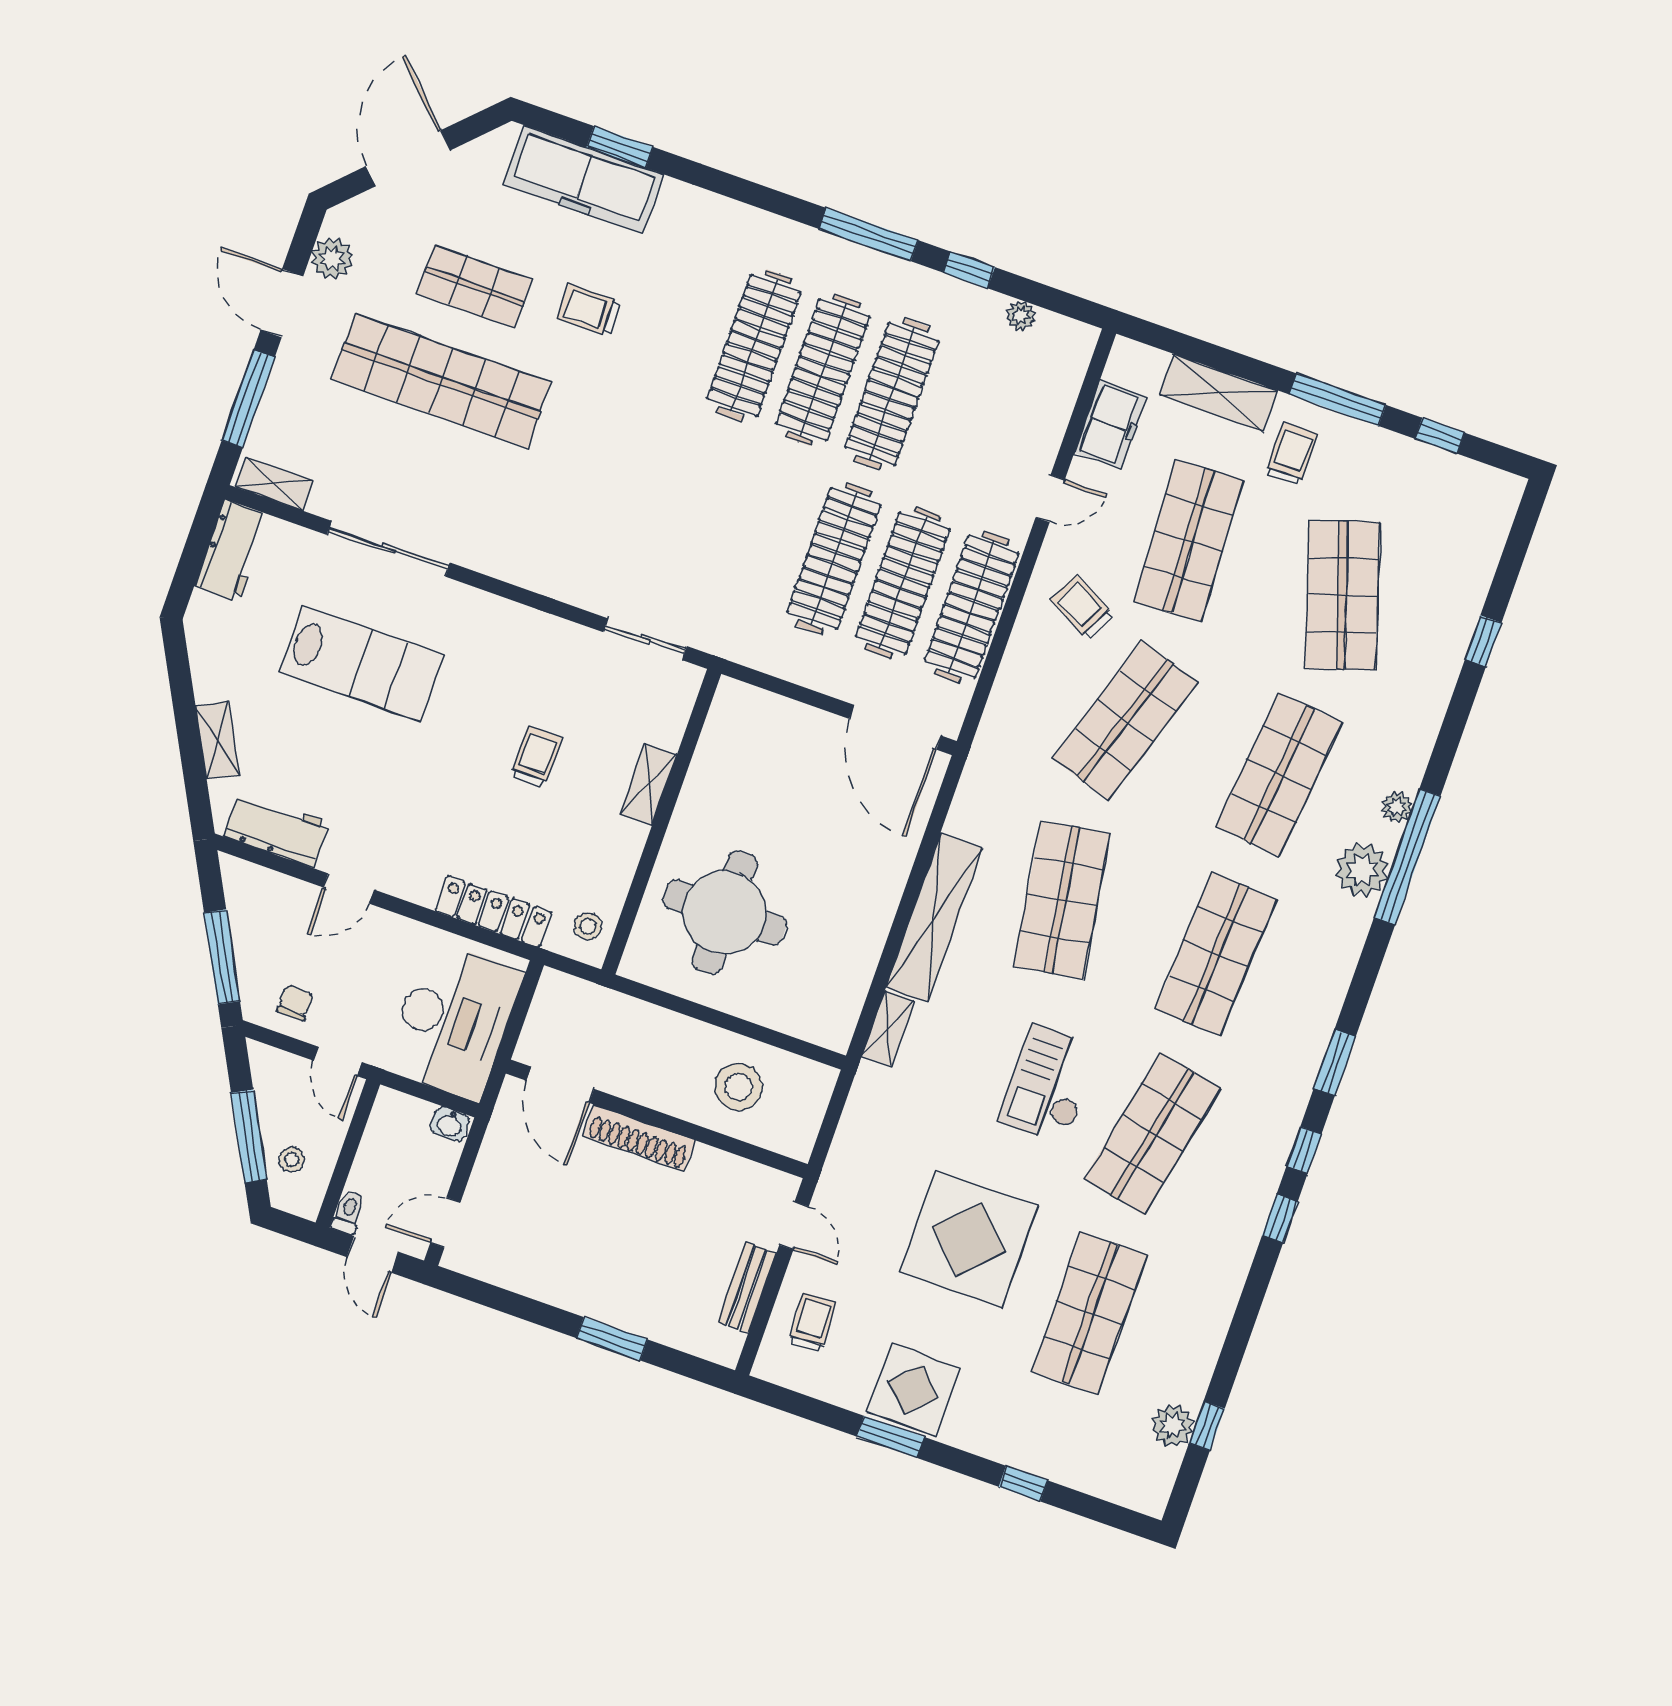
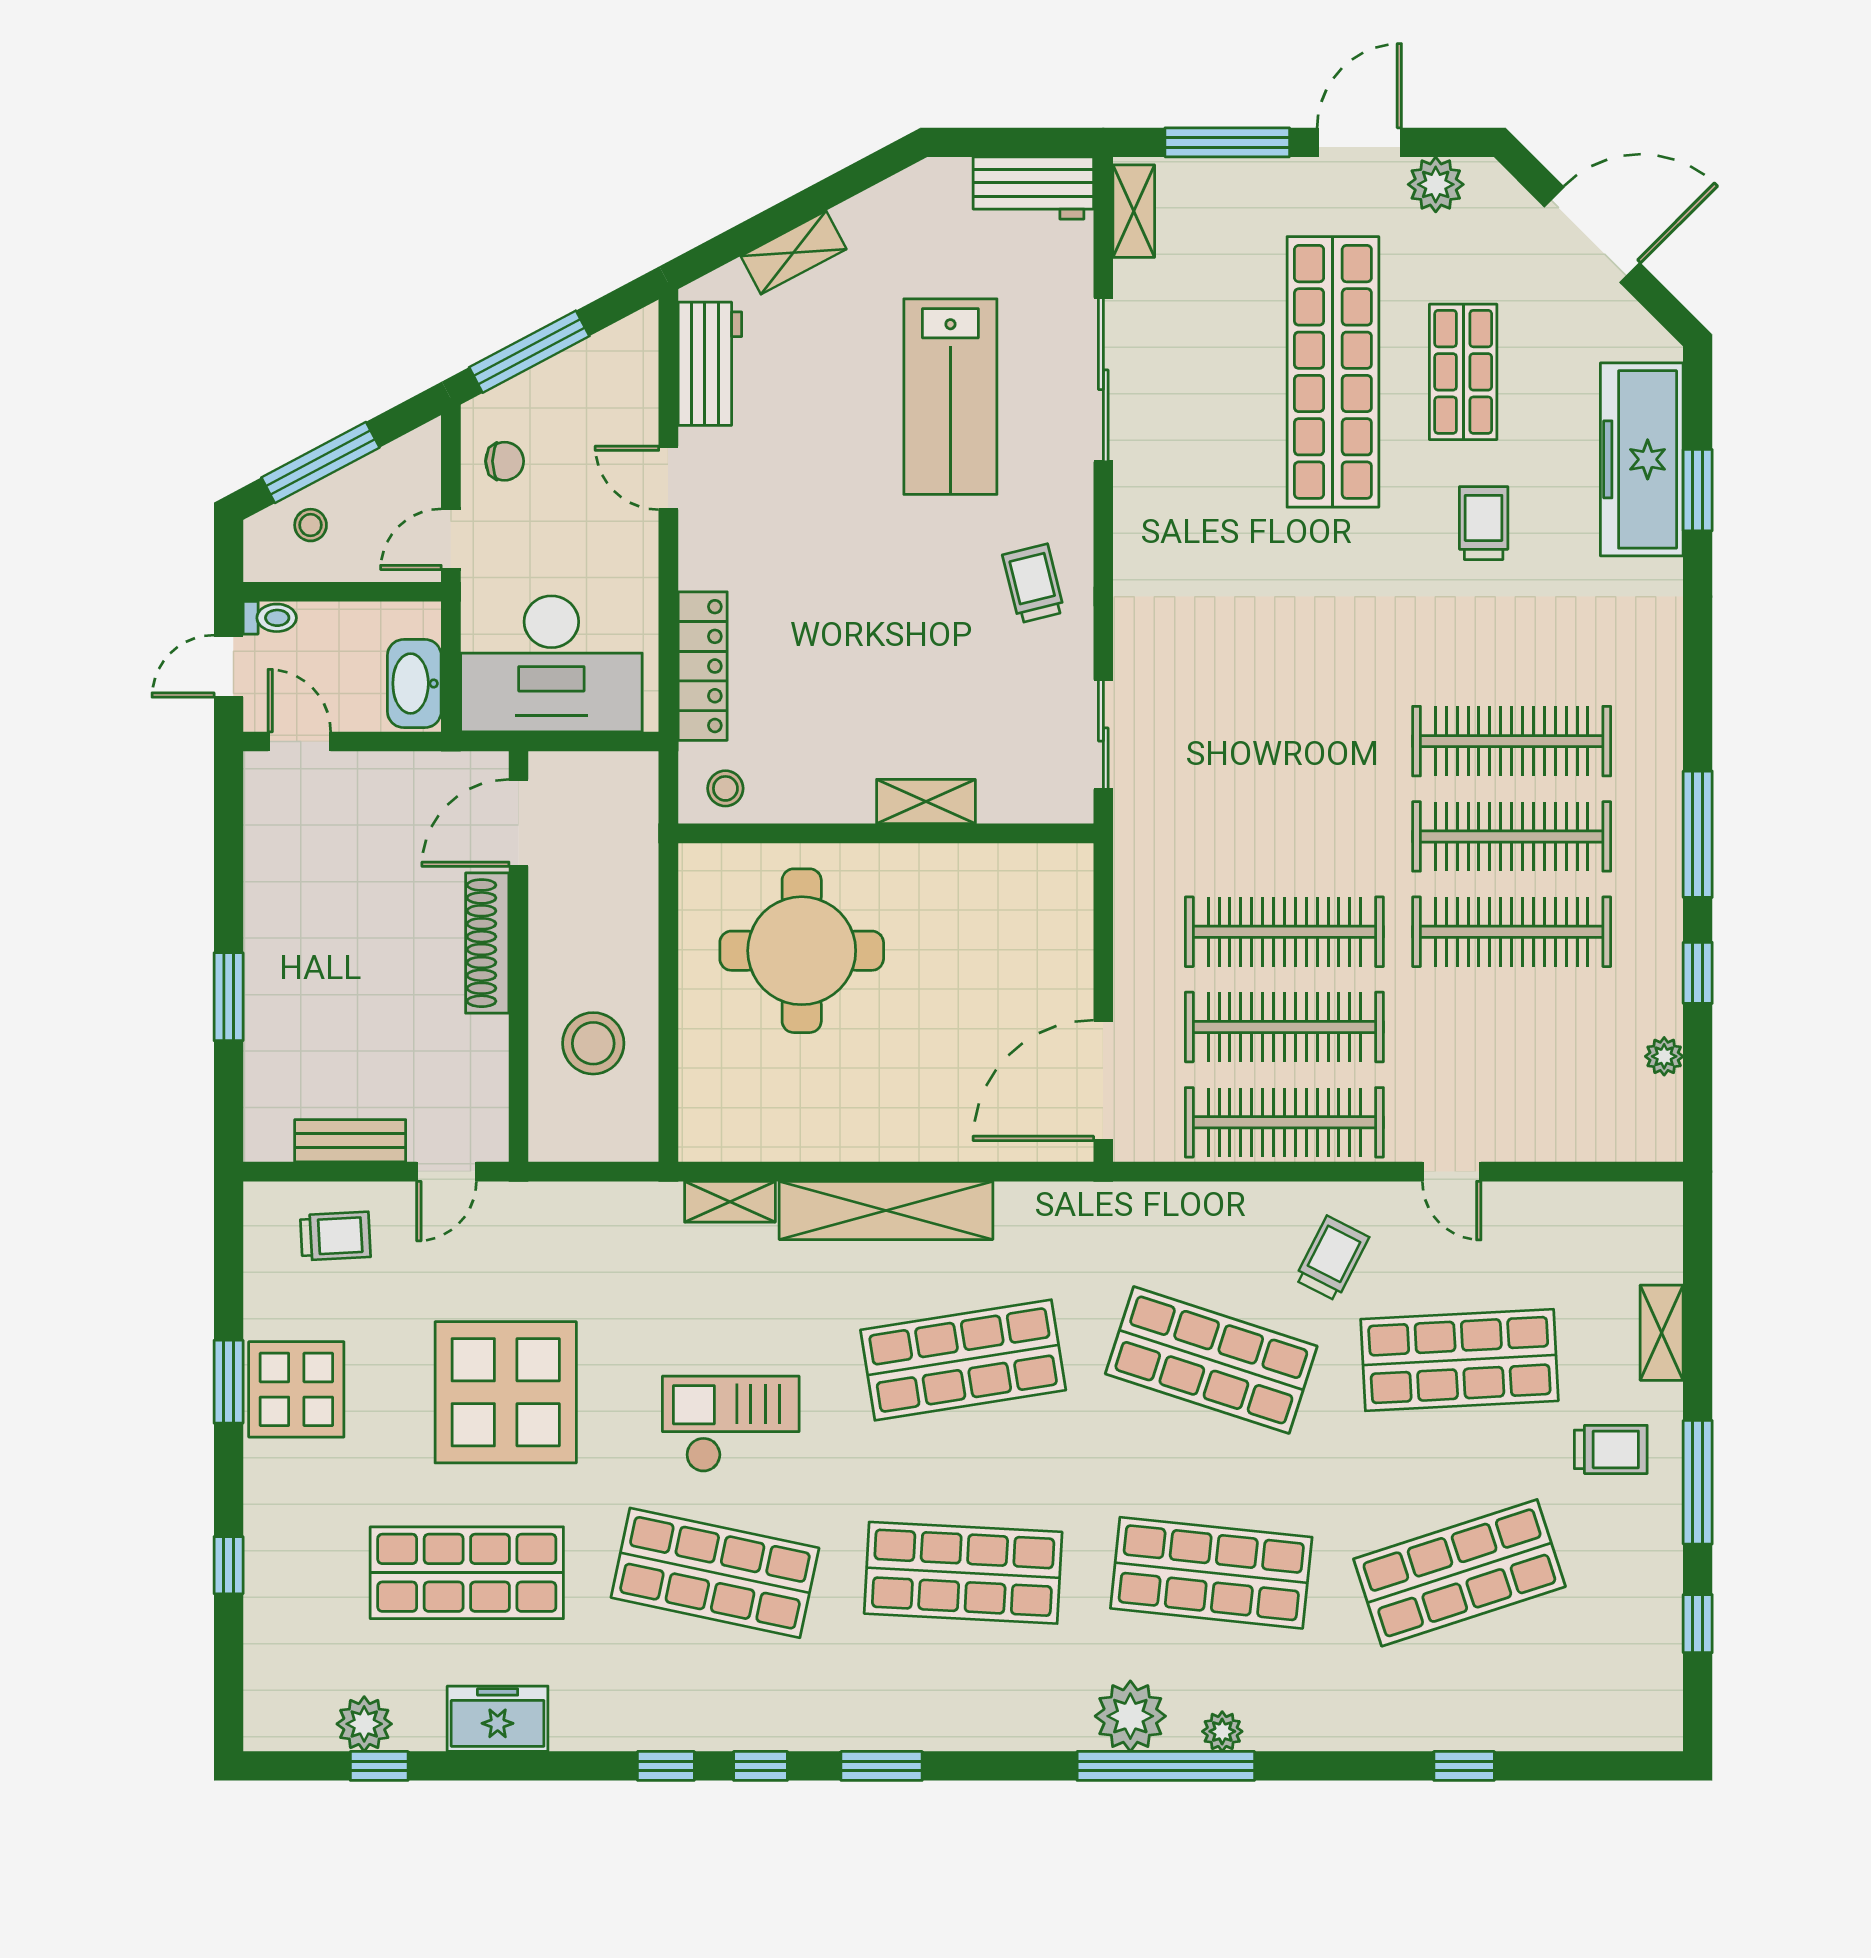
shelving: (1218, 393) -> (1662, 1333), width x0.67, depth x0.75
freezer: (1111, 425) -> (498, 1719), moved, turned 180
trolley: (536, 757) -> (1033, 583), moved, turned -104
washbasin: (450, 1124) -> (414, 683), width x1.91, depth x1.45

